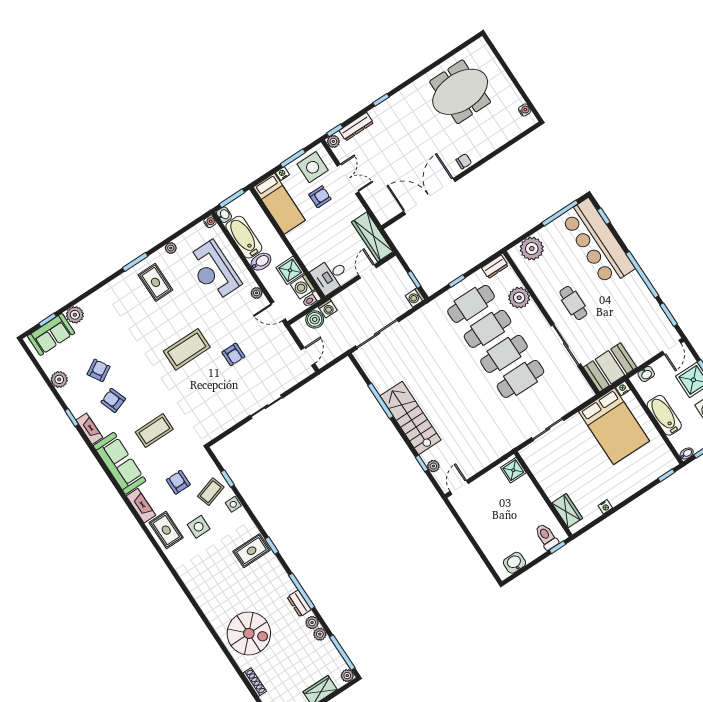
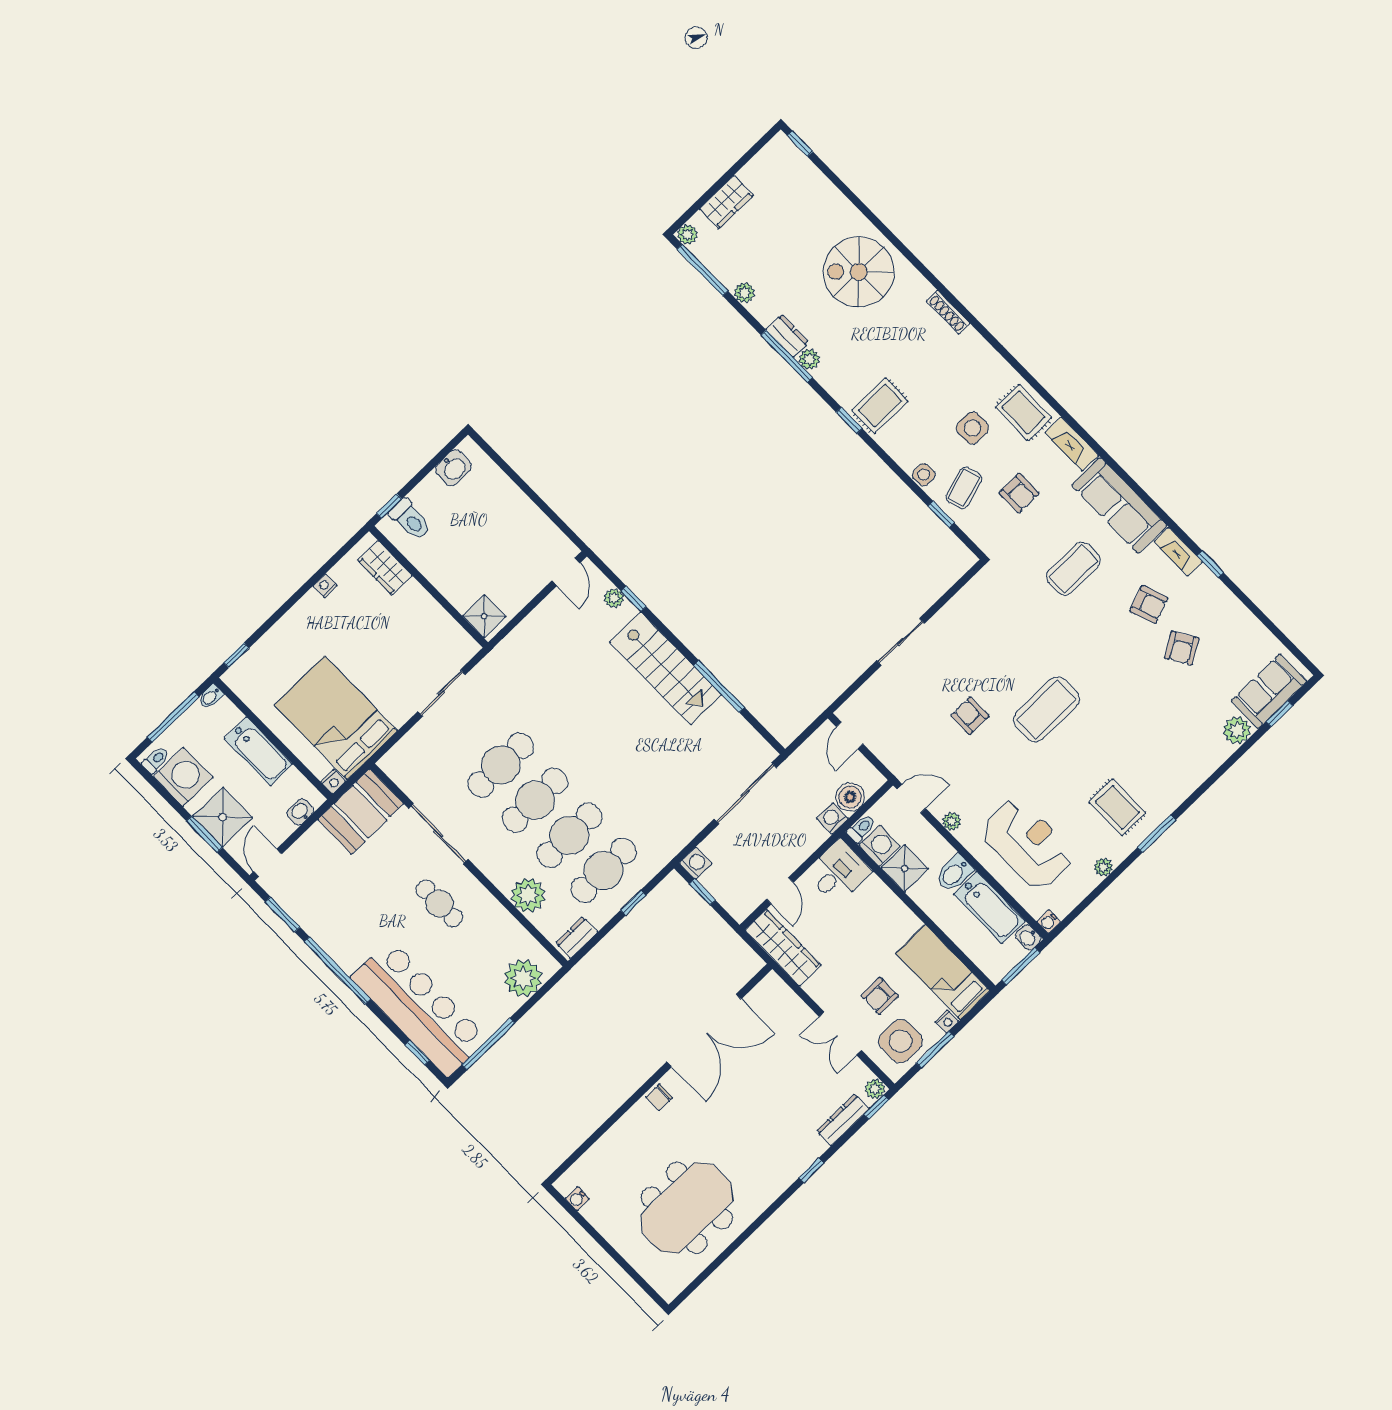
plant: (59, 379) -> (1242, 622), removed
plant: (312, 623) -> (809, 359), moved
shoe rack: (255, 682) -> (948, 312), moved

